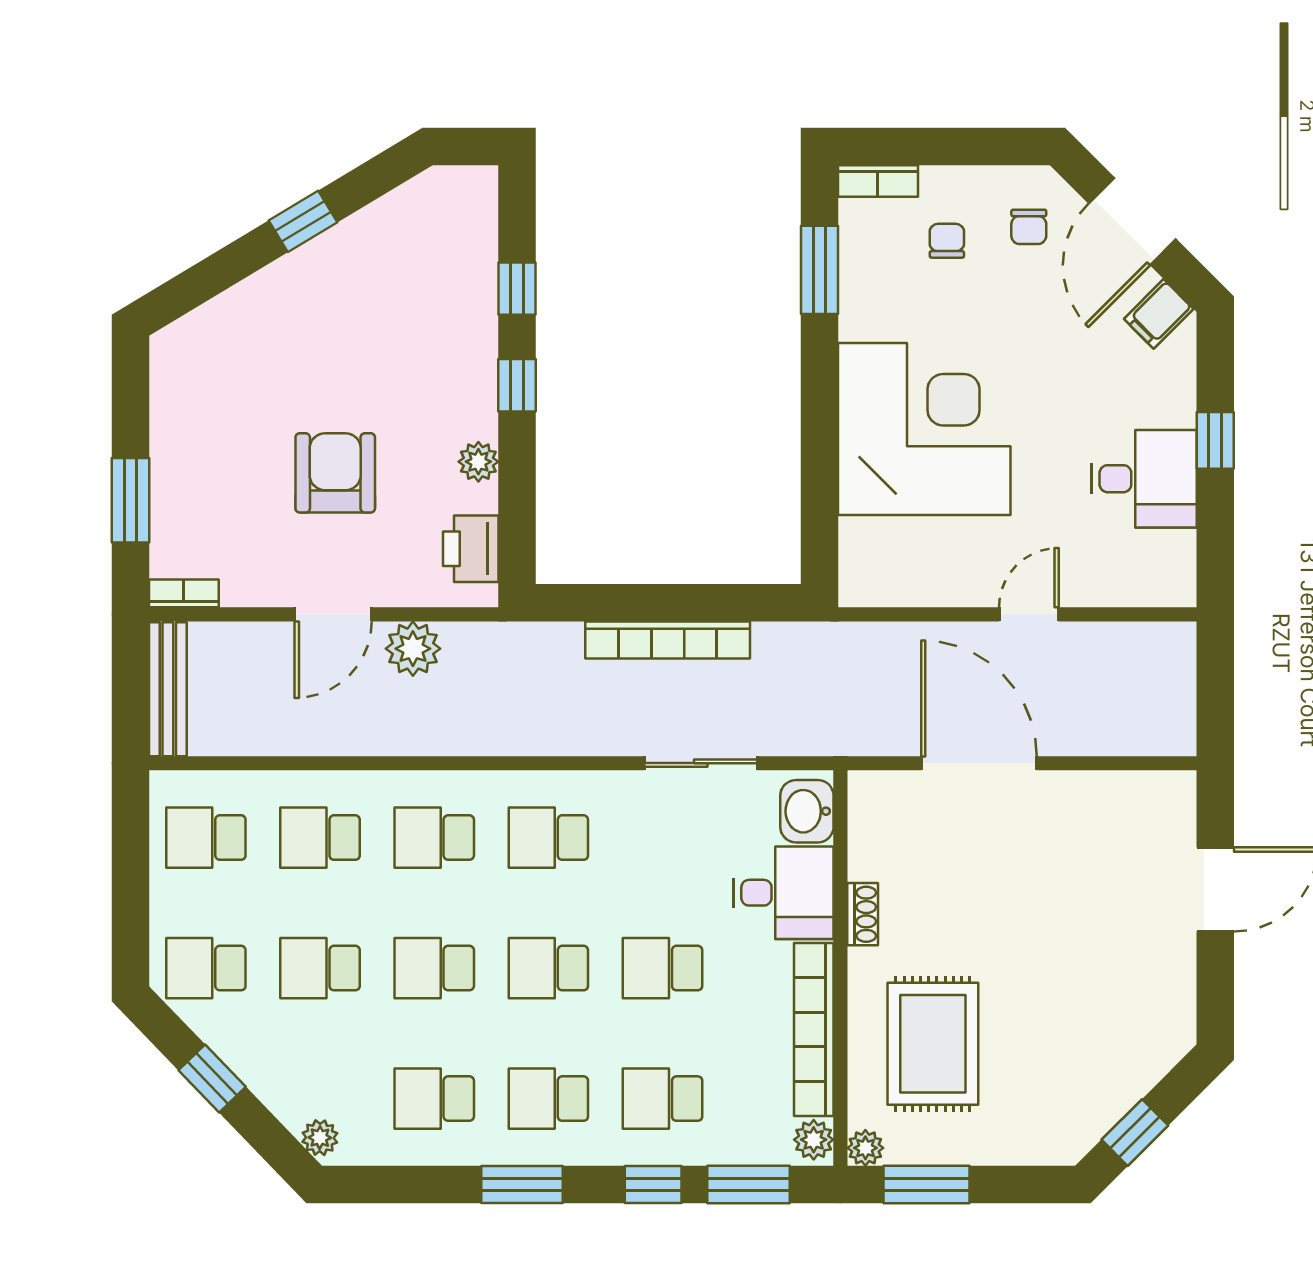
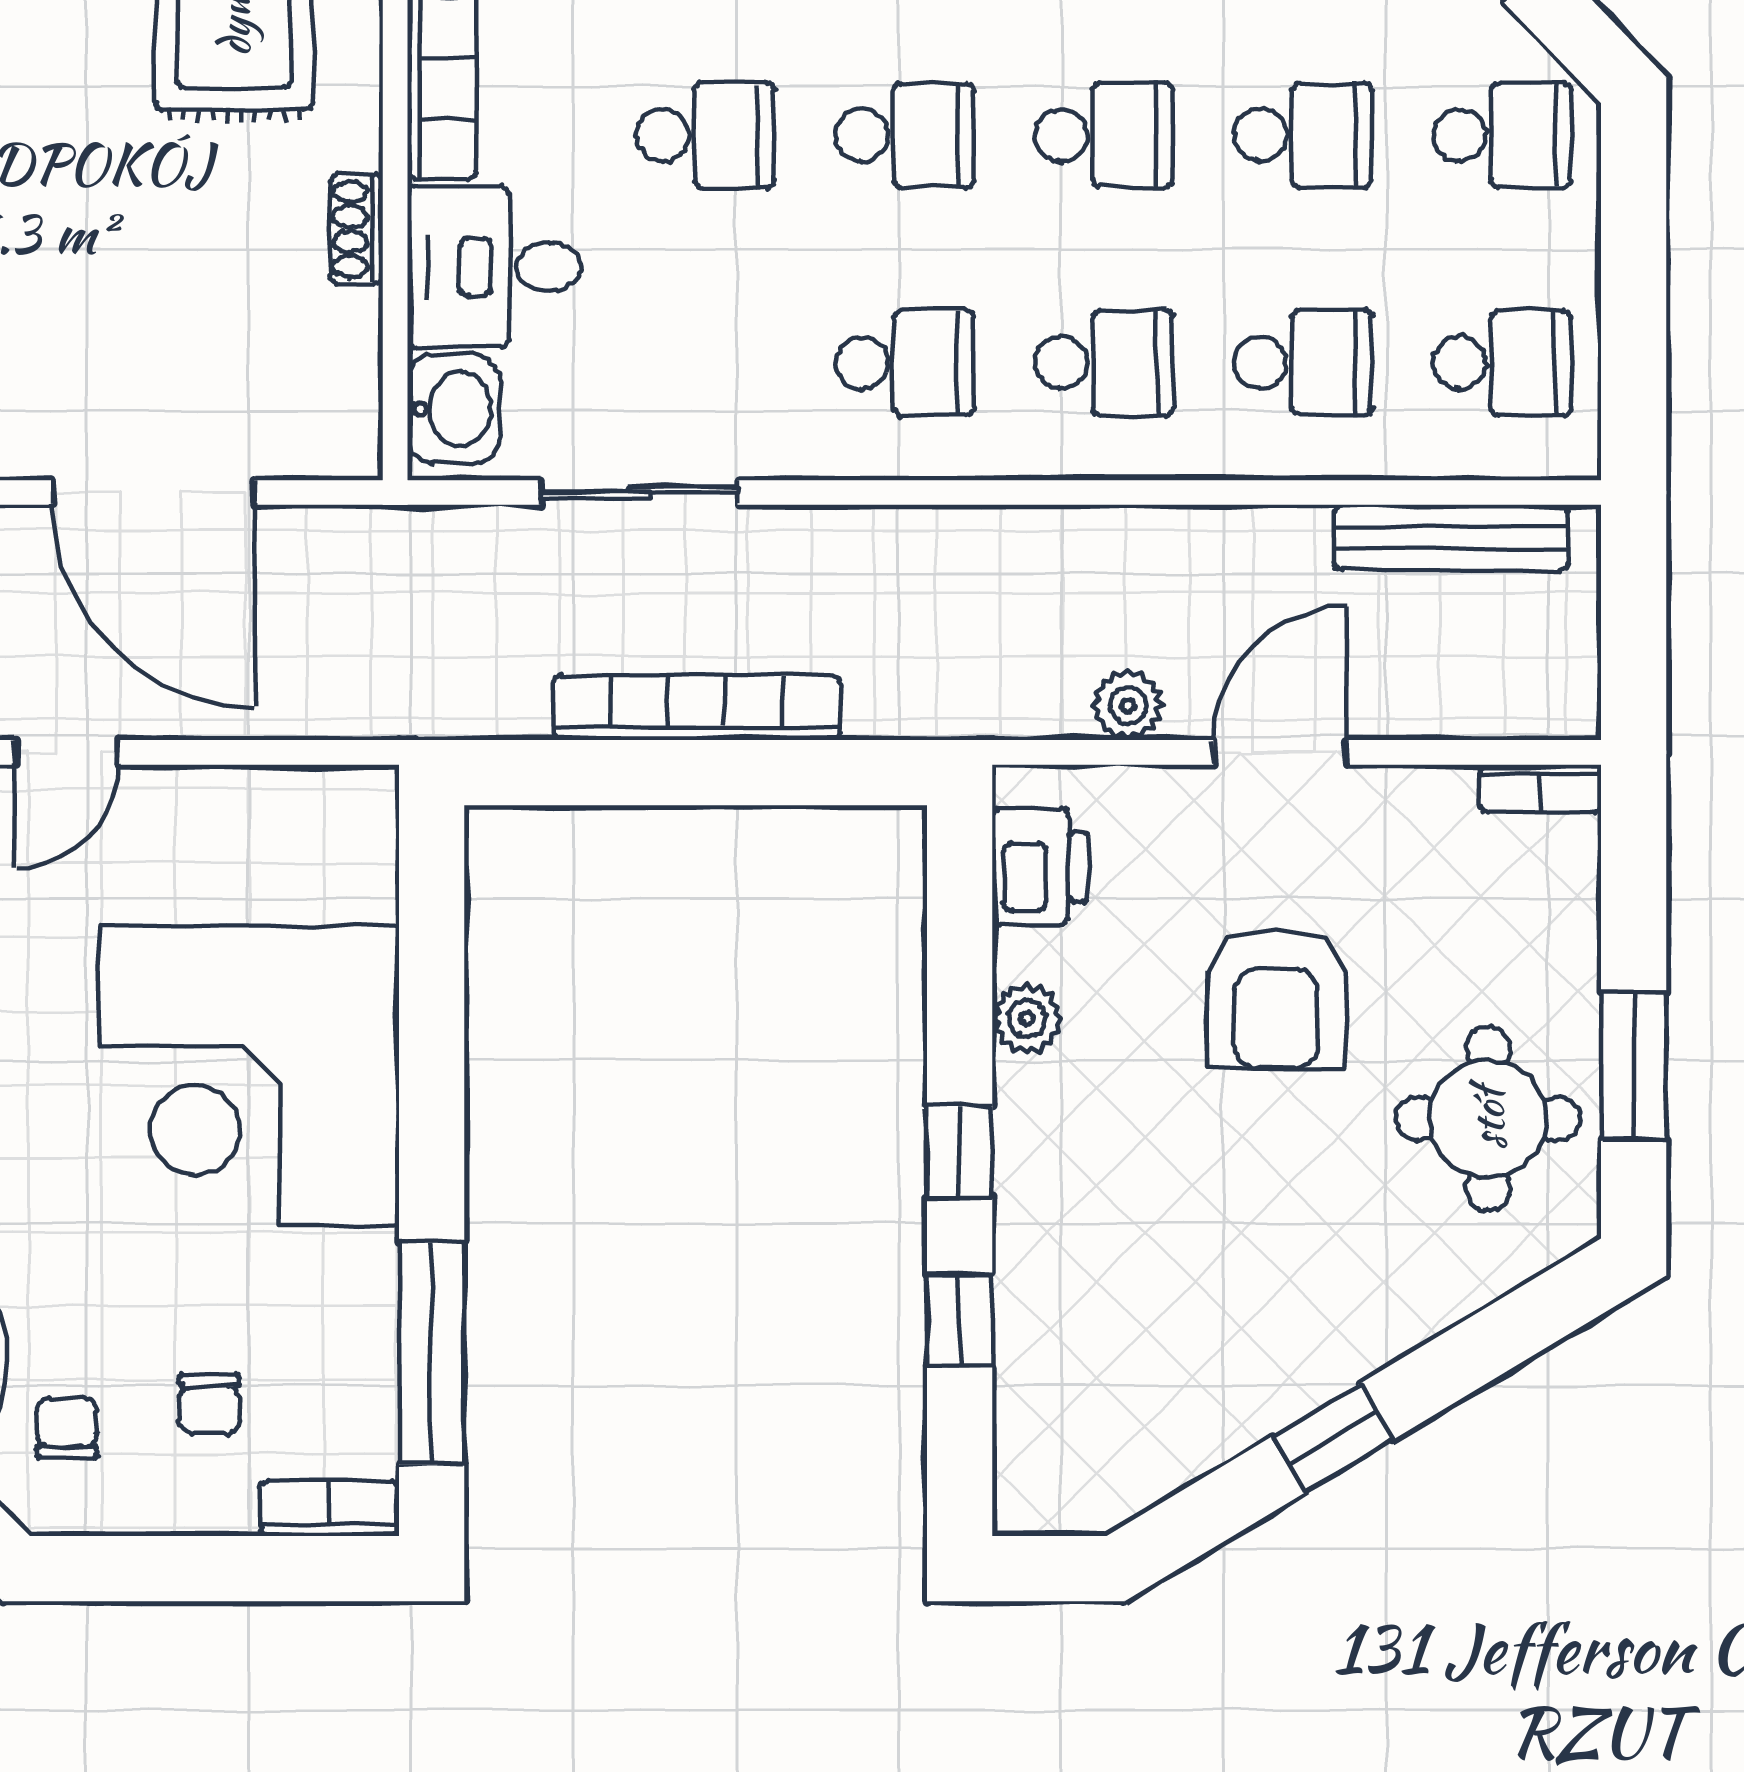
window: (819, 270) -> (432, 1353), width x1.44
round table: (214, 404) -> (1488, 1119), added
window: (131, 500) -> (1634, 1066), moved
plant: (413, 649) -> (1128, 706), width x0.73, depth x0.73
bench: (168, 689) -> (1451, 537), moved, turned 90

